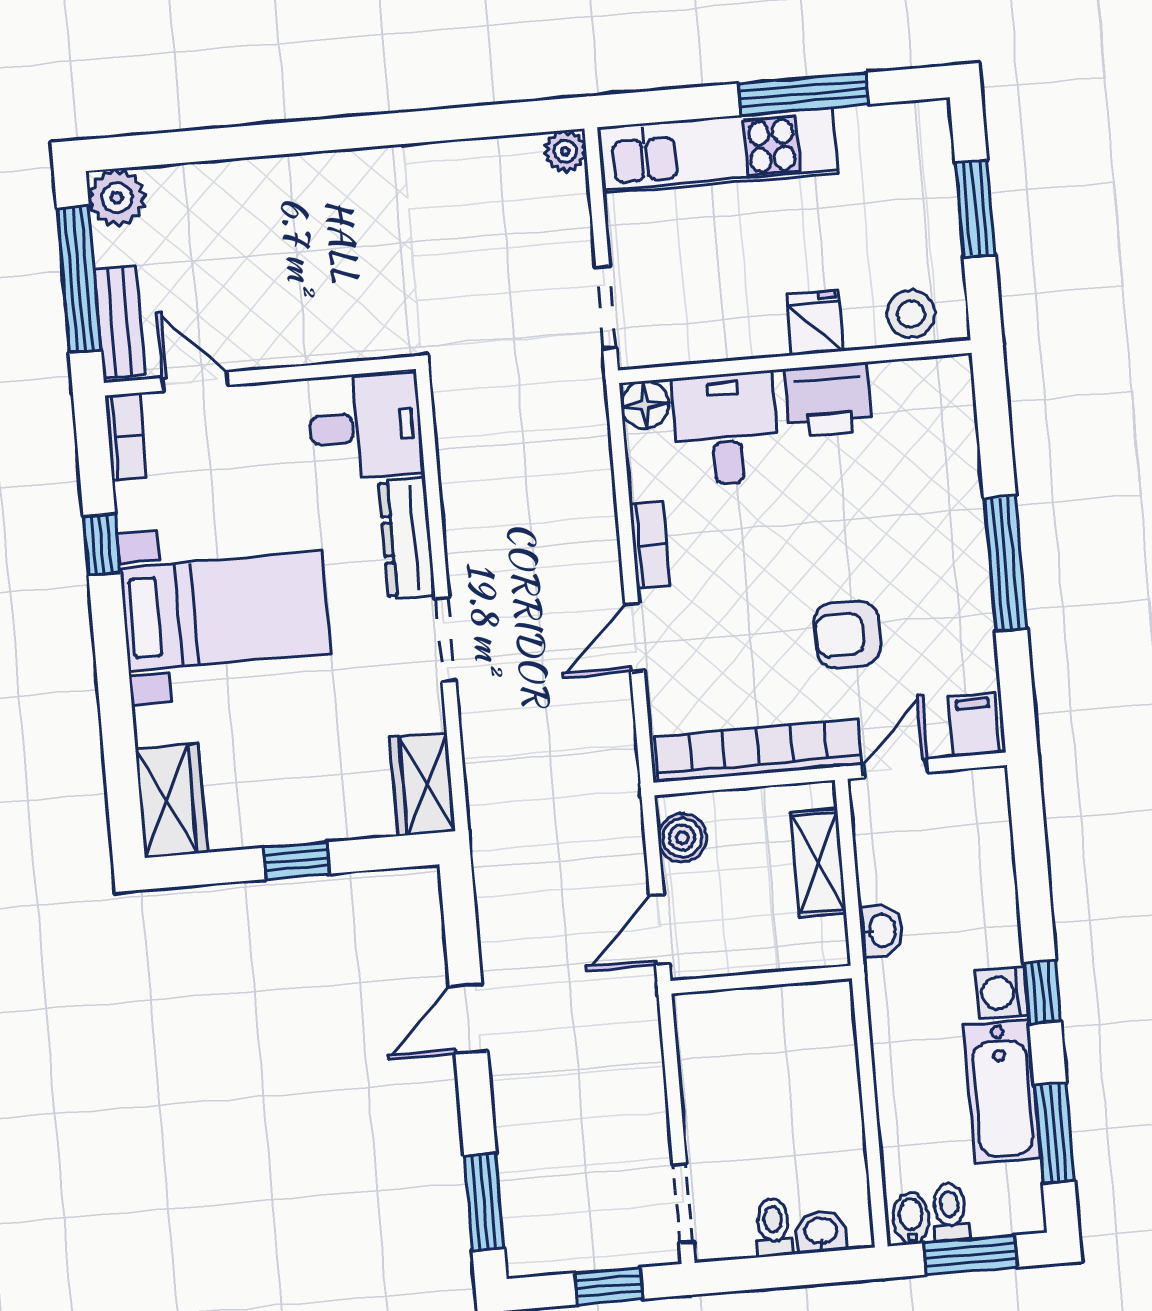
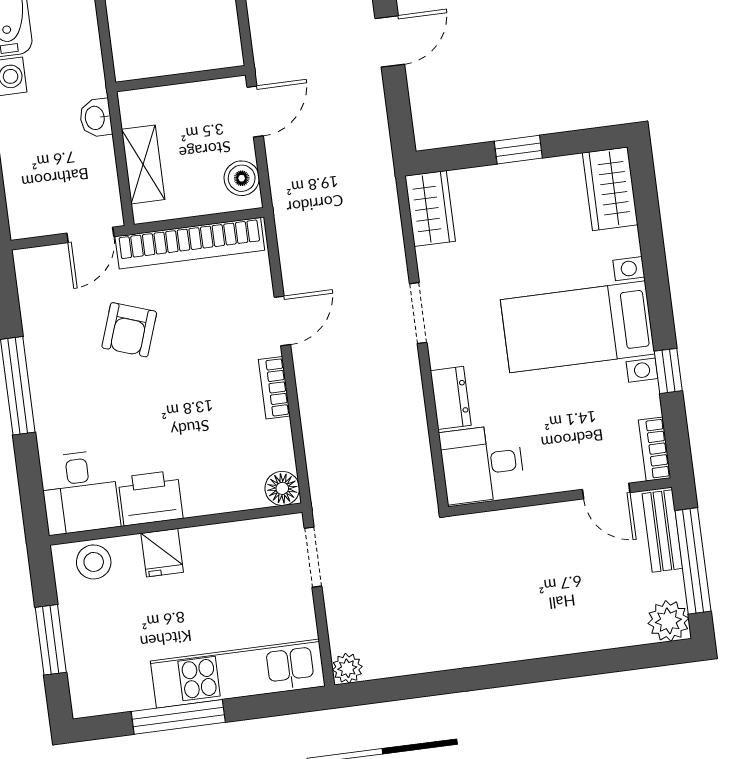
desk: (726, 429) -> (80, 492), moved
dresser: (407, 538) -> (451, 398), width x0.70
armchair: (847, 634) -> (129, 330), turned 109
filing cabinet: (974, 725) -> (35, 268), removed

